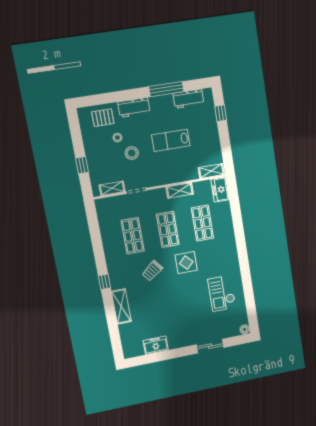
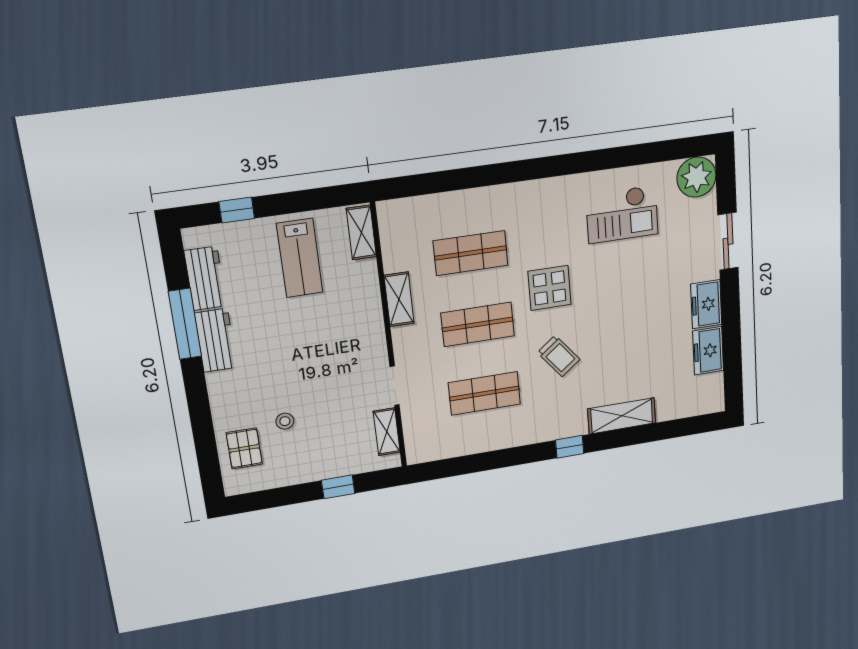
workbench: (134, 107) -> (216, 340), moved
lab bench: (171, 140) -> (300, 258), moved
stool: (132, 153) -> (317, 394), removed
freezer: (220, 190) -> (706, 304), moved, turned 90
plant: (245, 329) -> (696, 177), width x1.87, depth x1.87

